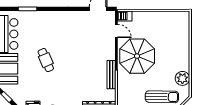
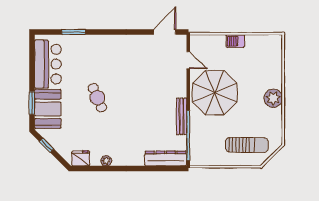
barbecue: (125, 16) -> (235, 41), moved
plant: (182, 78) -> (273, 98), moved

